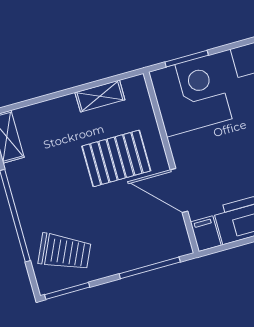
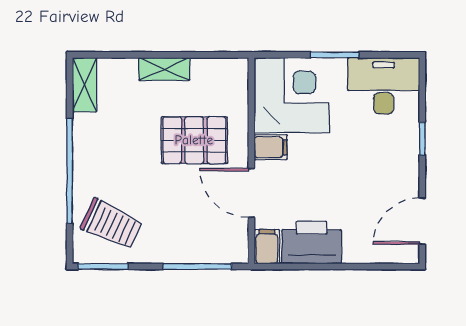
window: (187, 59) -> (335, 55), moved
shelving: (100, 96) -> (164, 69), moved
filing cabinet: (185, 146) -> (271, 147), added

